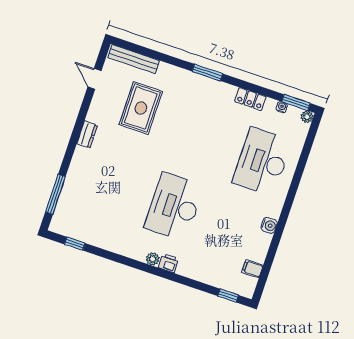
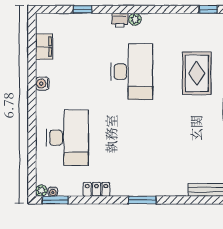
water cooler: (282, 107) -> (53, 192), moved
rug: (141, 108) -> (197, 73), moved
filing cabinet: (252, 269) -> (44, 47), width x2.00
window: (228, 296) -> (83, 9), moved

